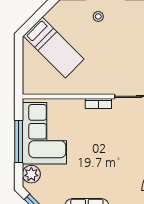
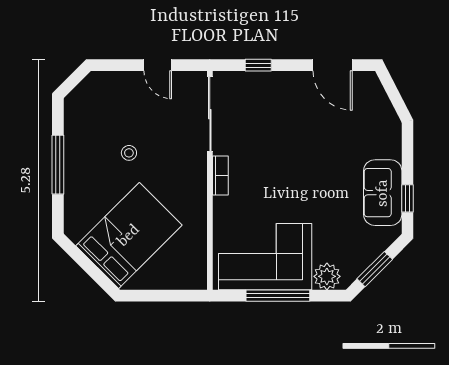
stool: (98, 16) -> (129, 153), moved
bed: (54, 48) -> (129, 236), width x1.50

